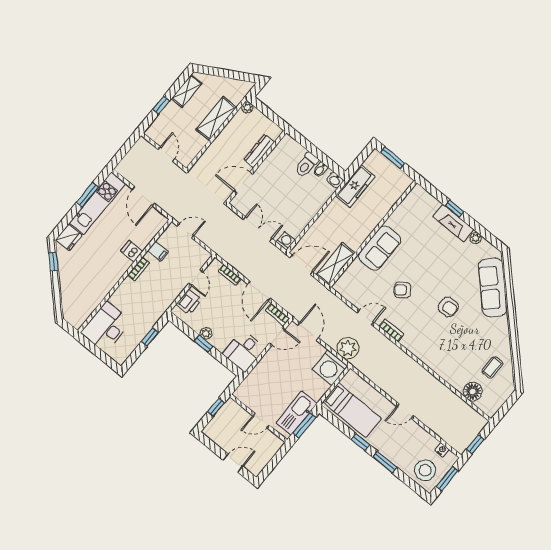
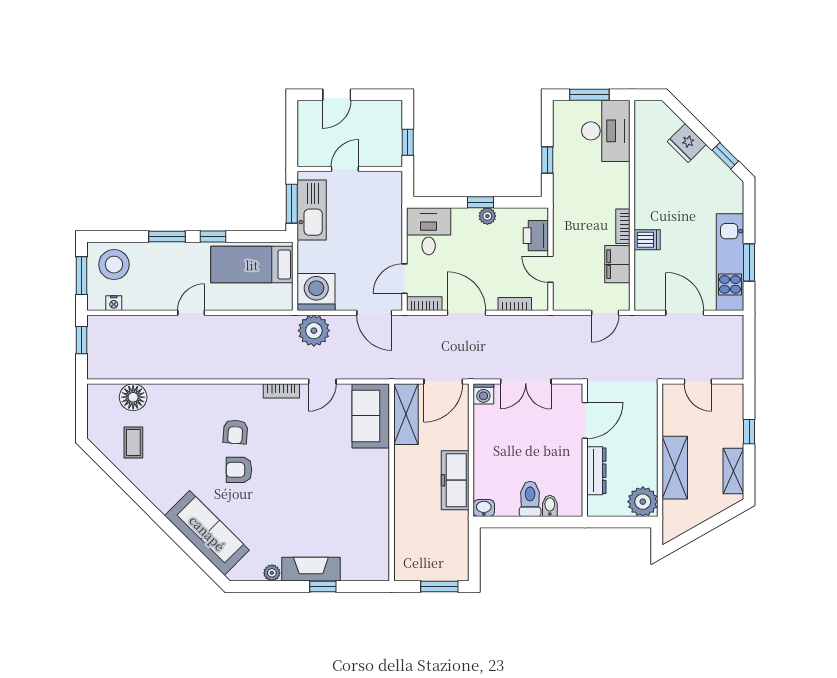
plant: (247, 107) -> (643, 502), width x1.88, depth x1.88
bidet: (320, 170) -> (550, 506), moved
freezer: (355, 186) -> (455, 480), moved
fridge: (69, 237) -> (687, 143), moved, turned -45
sofa: (380, 248) -> (371, 416), moved
filing cabinet: (158, 251) -> (617, 264), width x2.00
armchair: (402, 290) -> (235, 432), moved, turned 131
window: (99, 353) -> (589, 95), added

